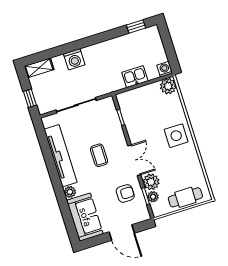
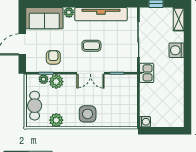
window: (136, 26) -> (187, 109), removed
kitchen sink: (135, 77) -> (147, 73), moved
plant: (168, 86) -> (56, 120), moved
double door: (134, 160) -> (90, 73), moved
armchair: (125, 193) -> (53, 57), turned 180

